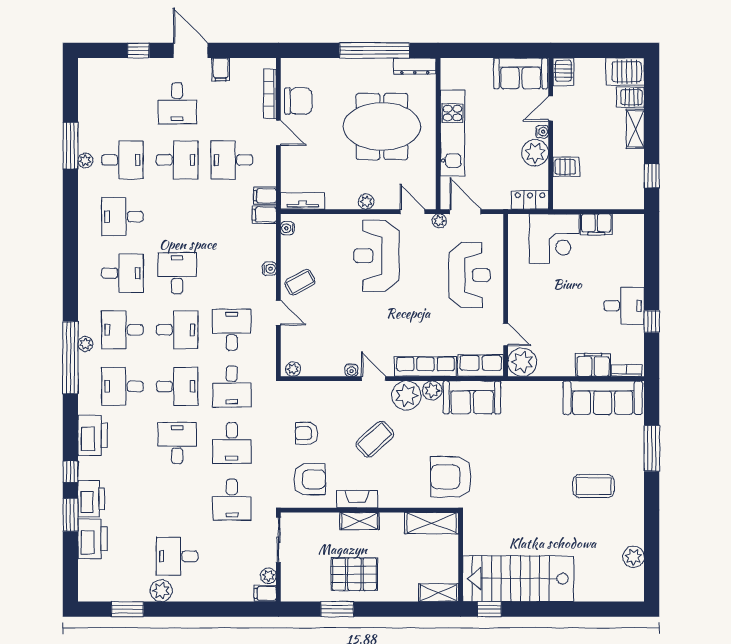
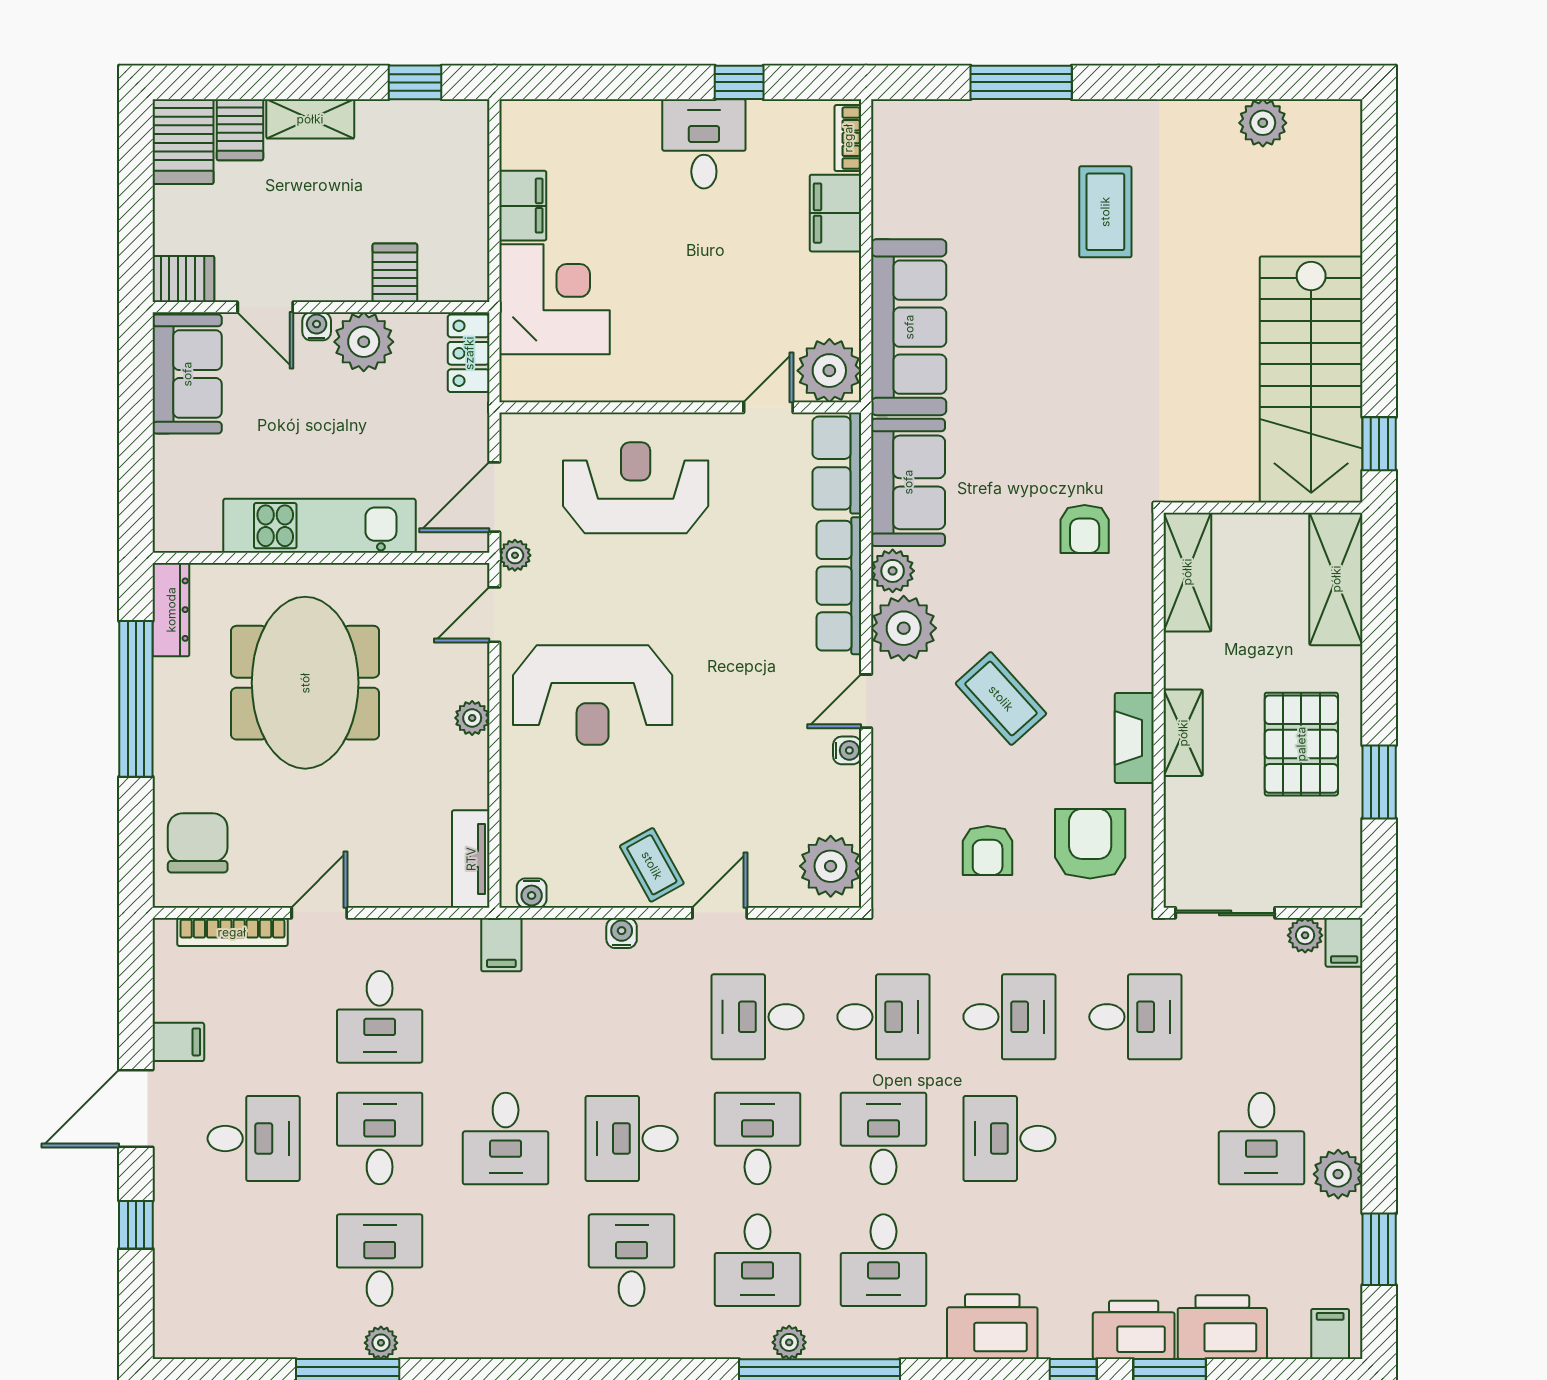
chair: (298, 101) -> (198, 843), moved
filing cabinet: (265, 196) -> (1330, 1334), moved, turned 180
desk: (122, 217) -> (506, 1139), moved
plant: (293, 369) -> (831, 866), width x1.88, depth x1.88
sofa: (603, 398) -> (909, 327), moved
armchair: (451, 477) -> (1085, 529), width x0.53, depth x0.53
shelving: (438, 593) -> (1336, 579), width x1.50, depth x1.33

